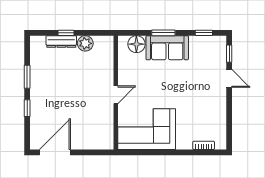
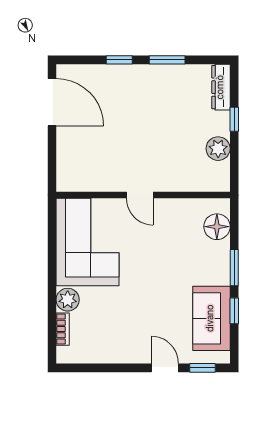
window: (204, 33) -> (234, 311), moved
dresser: (61, 41) -> (221, 87), moved
sofa: (167, 48) -> (211, 318), moved
door: (229, 78) -> (165, 368), swing flipped
plant: (184, 142) -> (68, 300), added

